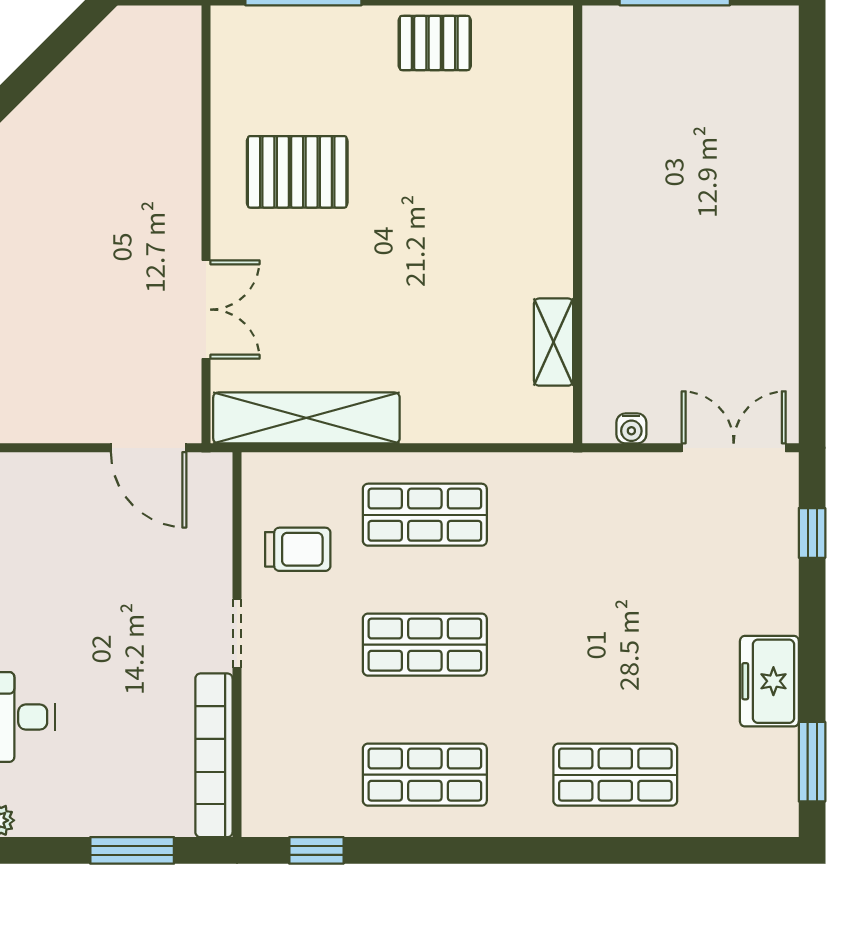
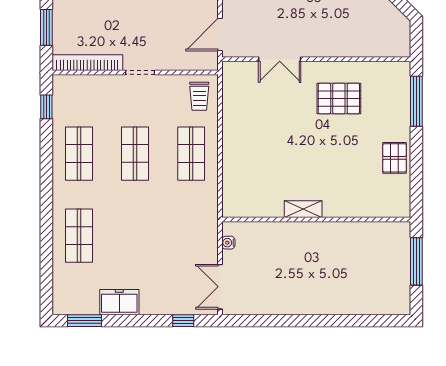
pallet: (297, 172) -> (339, 99), turned 90
shelving: (554, 342) -> (303, 209), moved
shelving: (306, 418) -> (233, 103), removed
double door: (734, 448) -> (220, 287), swing flipped
trolley: (298, 549) -> (199, 96), moved

